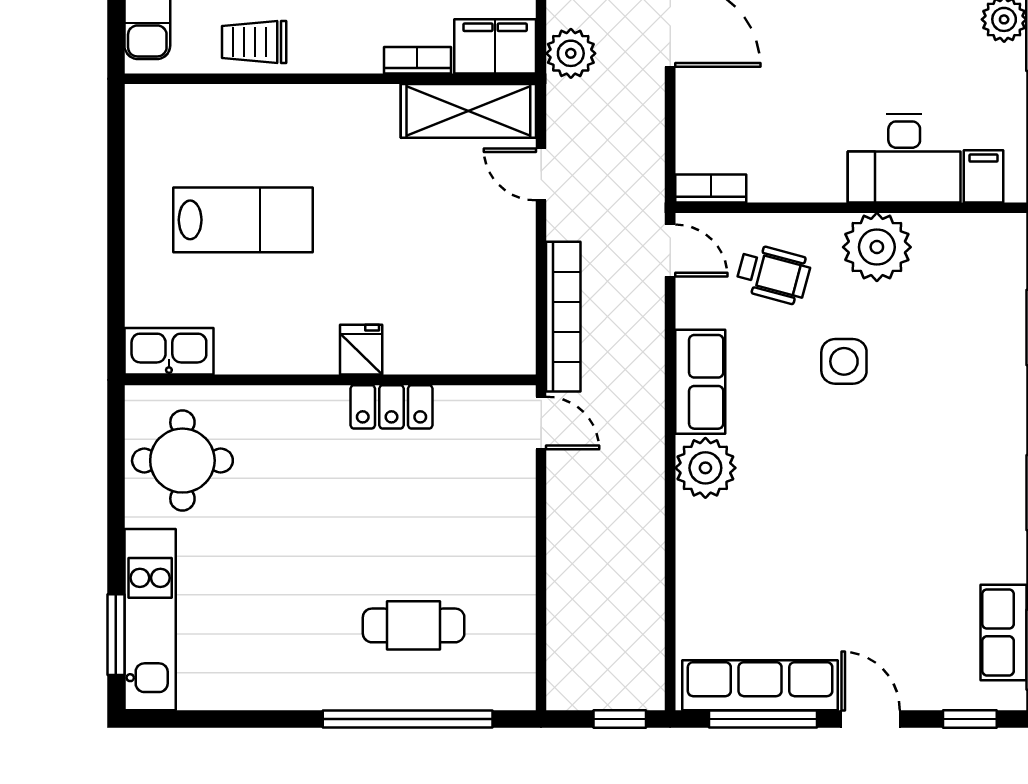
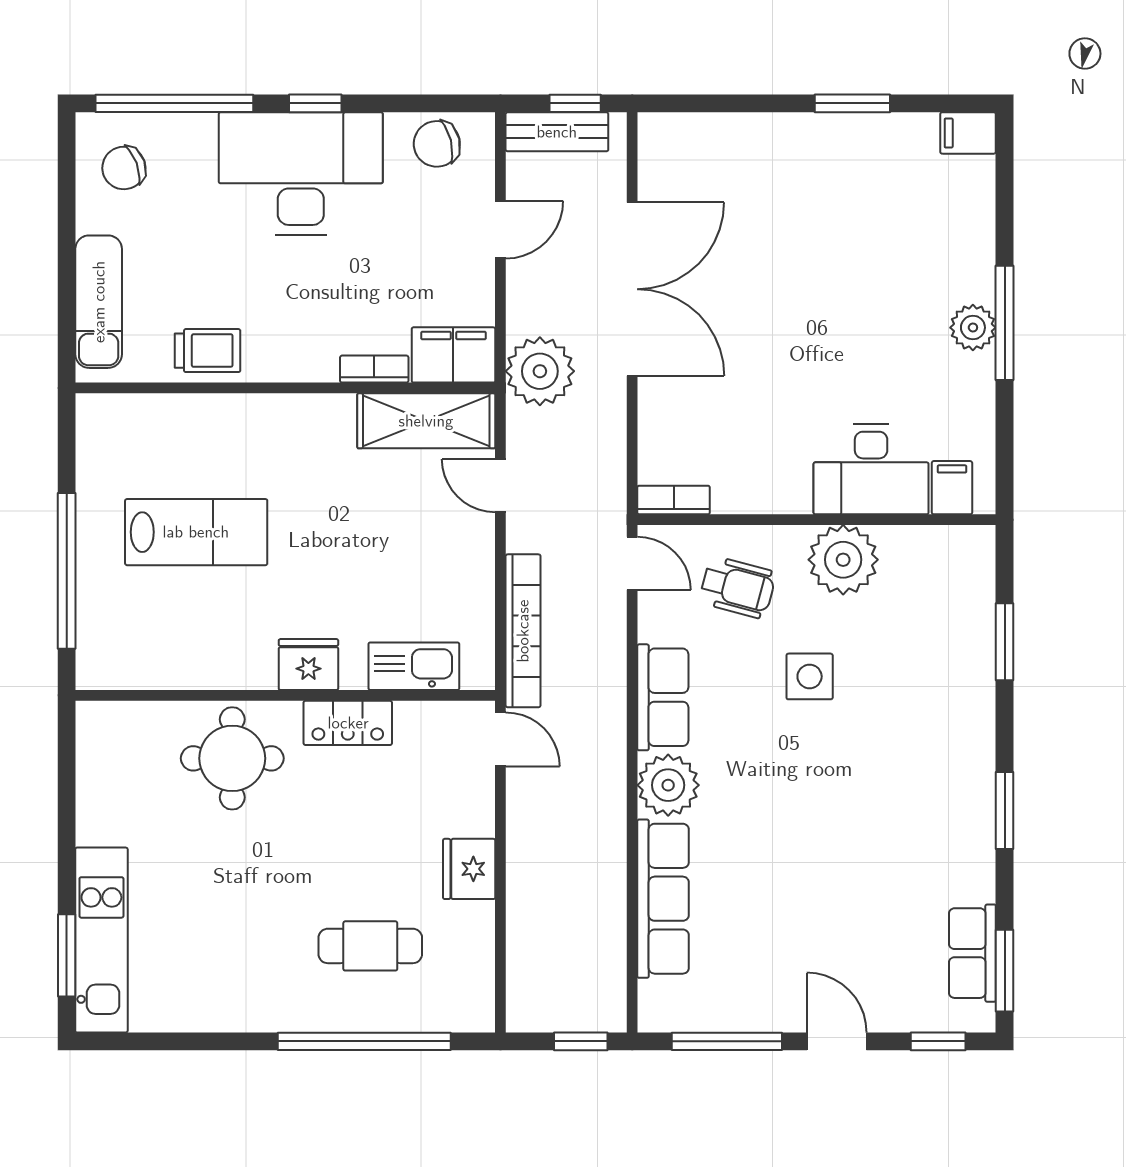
trolley: (254, 42) -> (208, 351), turned 180
plant: (571, 53) -> (540, 371), width x1.36, depth x1.36
window: (116, 258) -> (67, 571), added
fridge: (361, 350) -> (308, 665), width x1.38
kitchen sink: (169, 351) -> (414, 666), moved
round table: (182, 461) -> (232, 758), moved
fridge: (510, 550) -> (469, 869), added
row of seats: (760, 685) -> (663, 899), moved, turned 90

